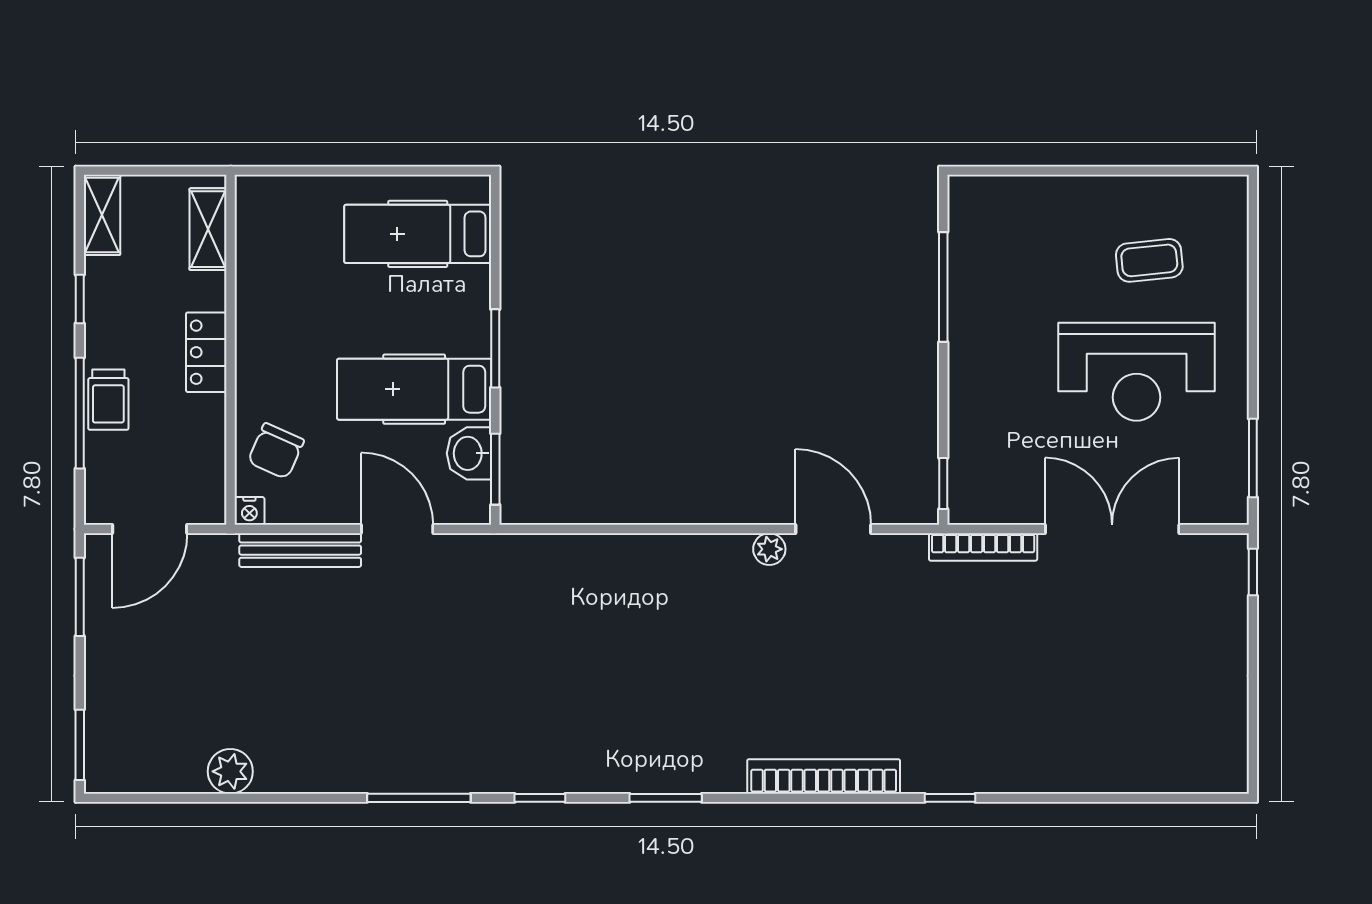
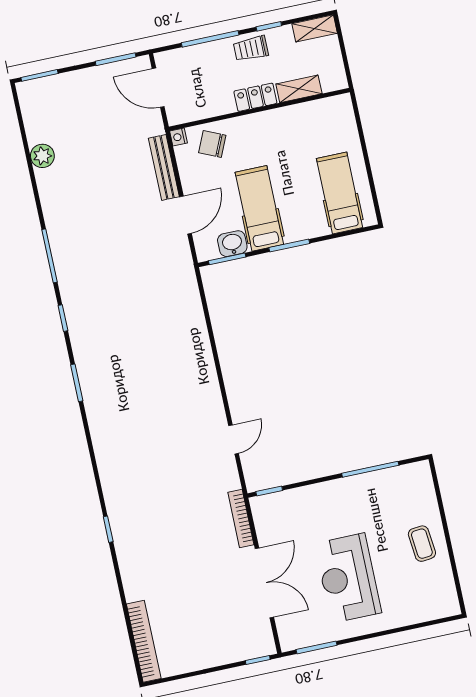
shelving: (208, 229) -> (299, 89), moved
coffee table: (1149, 260) -> (422, 544), moved
trolley: (108, 400) -> (251, 49), moved
door: (833, 529) -> (234, 439), width x0.73
plant: (769, 549) -> (216, 409), removed
bookcase: (824, 776) -> (144, 641), moved

